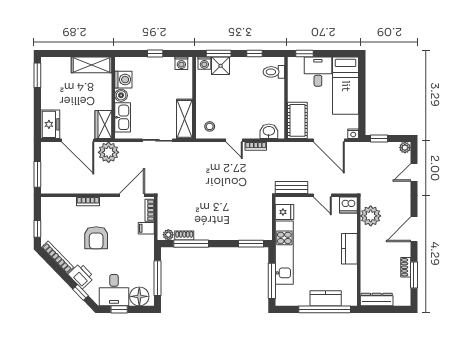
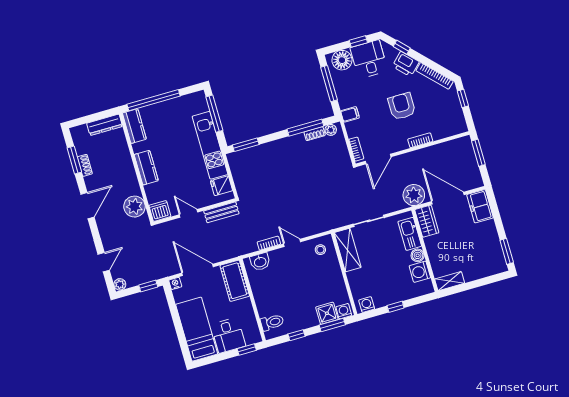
shelving: (92, 65) -> (450, 281), width x0.67, depth x0.75
filing cabinet: (146, 228) -> (350, 114), moved
kitchen counter: (326, 298) -> (134, 126), moved, turned -90

